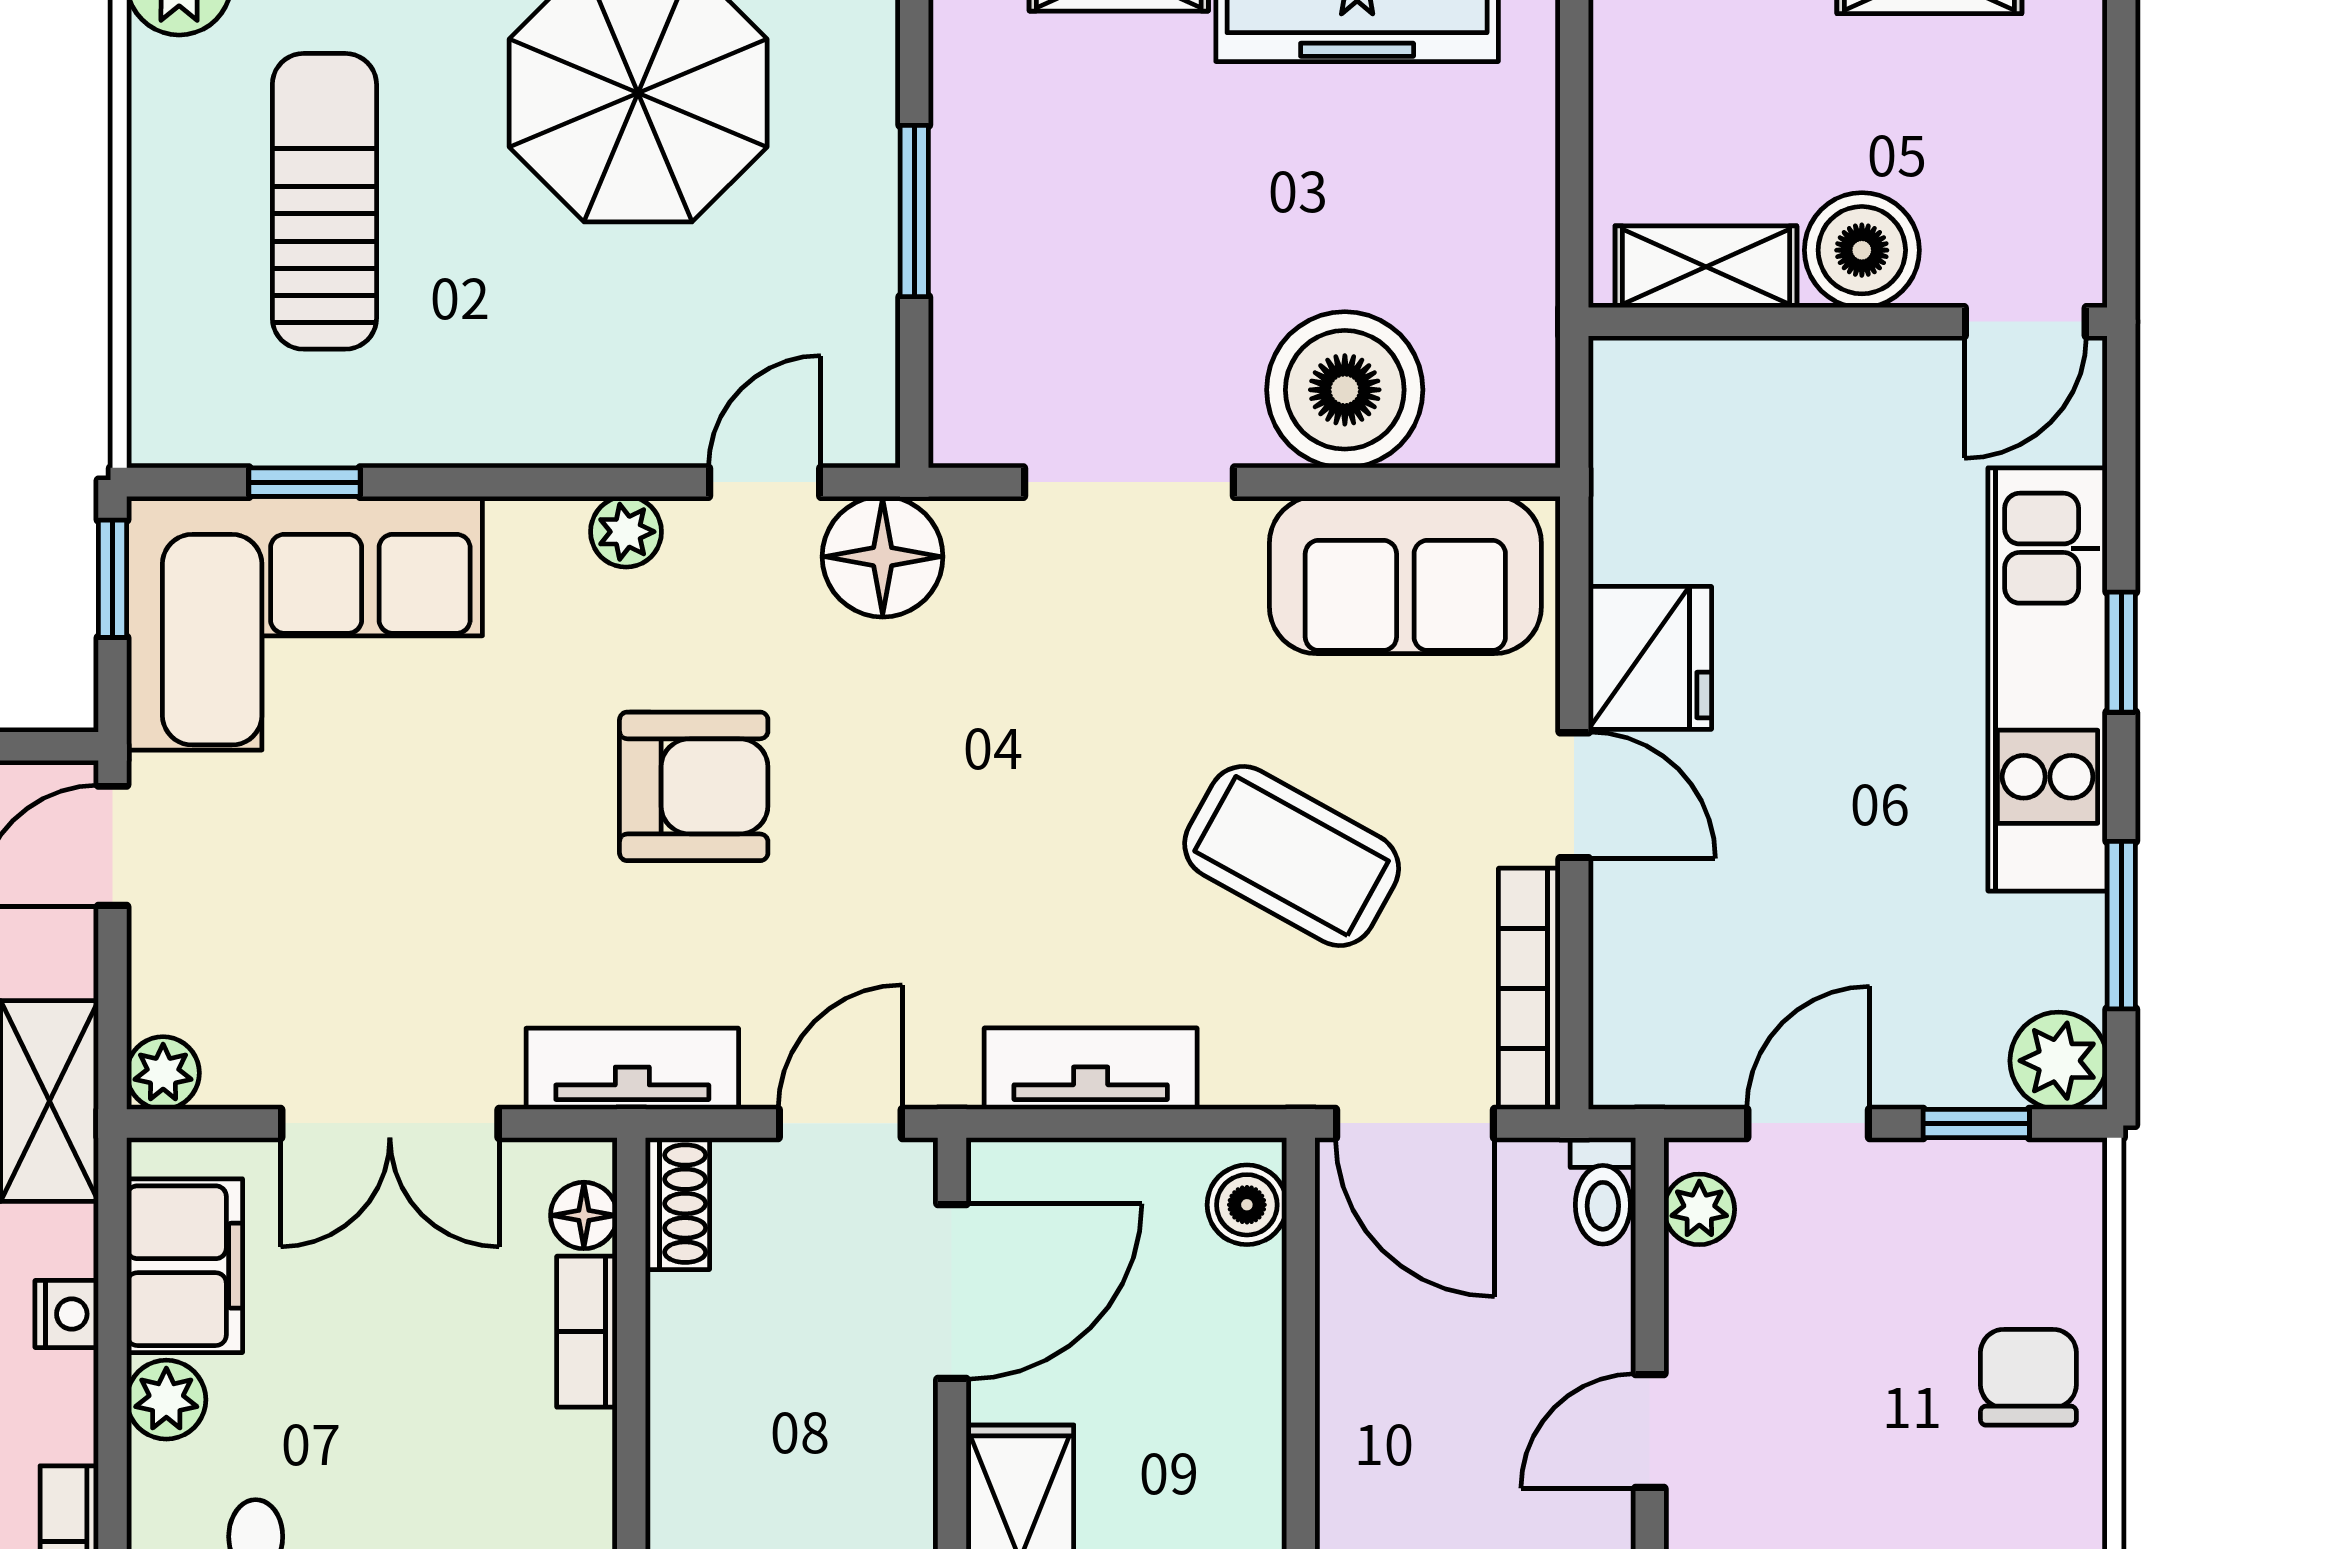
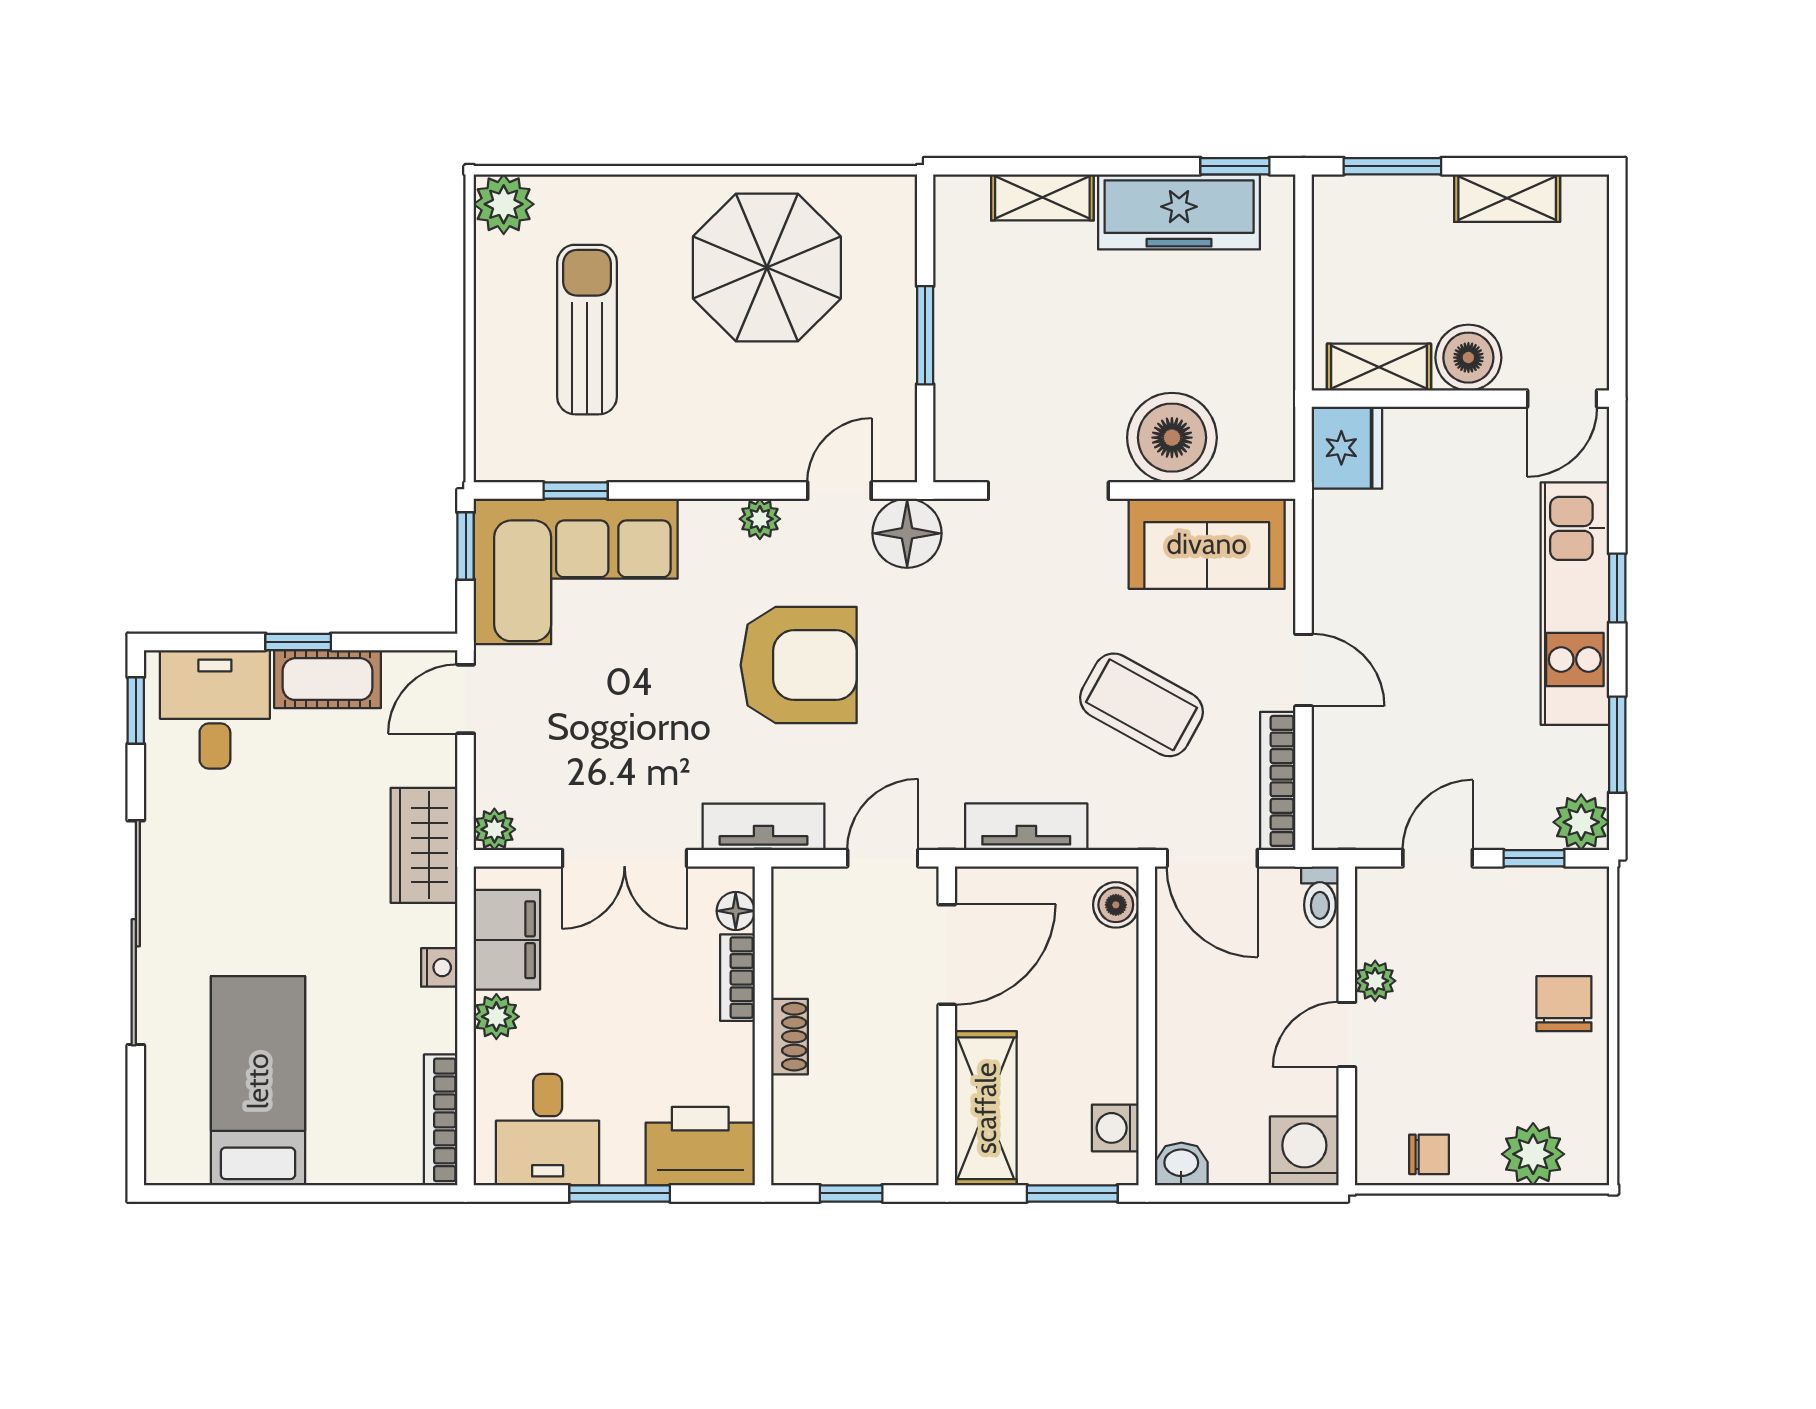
fridge: (1650, 658) -> (1347, 448), moved
armchair: (694, 786) -> (799, 665), width x1.36, depth x1.36
shoe rack: (677, 1204) -> (789, 1037), moved
plant: (1699, 1209) -> (1375, 981), moved

